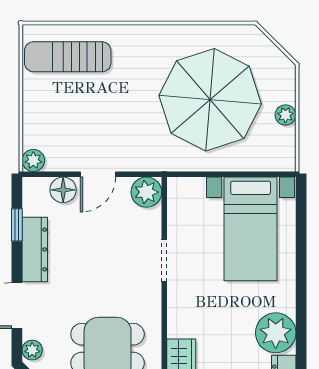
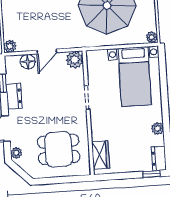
plant: (285, 115) -> (152, 37), moved
dresser: (35, 249) -> (14, 96), width x0.70
plant: (276, 333) -> (158, 129), width x0.53, depth x0.53

